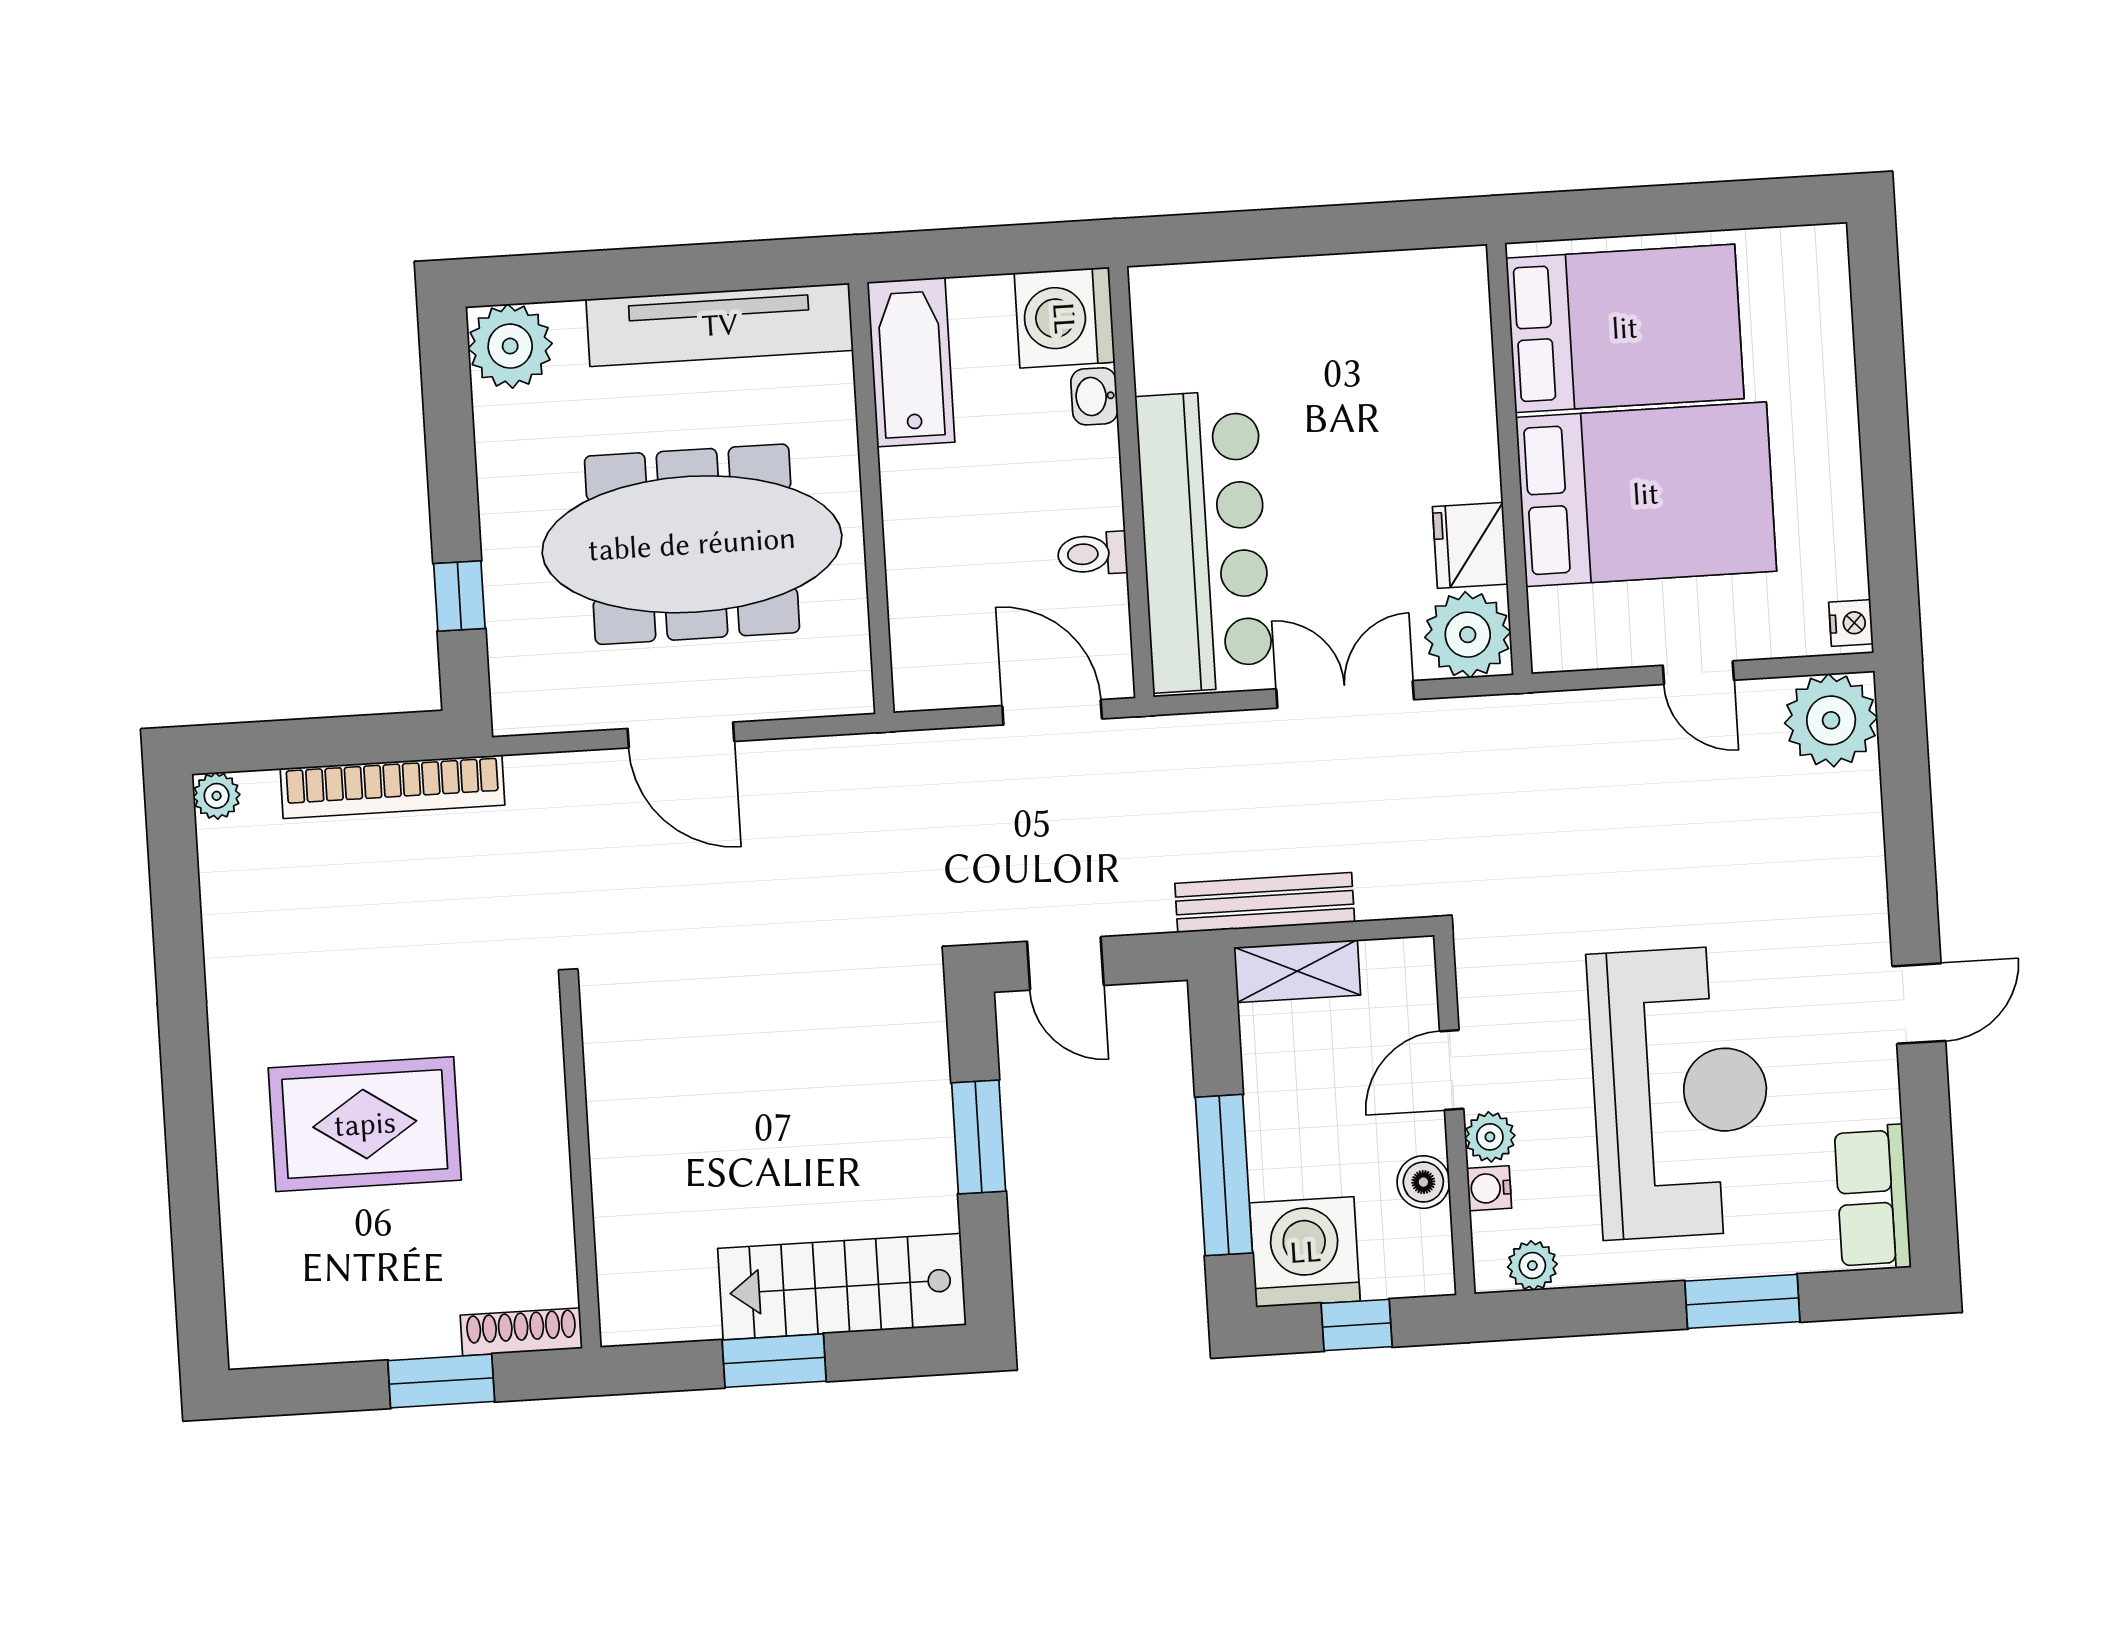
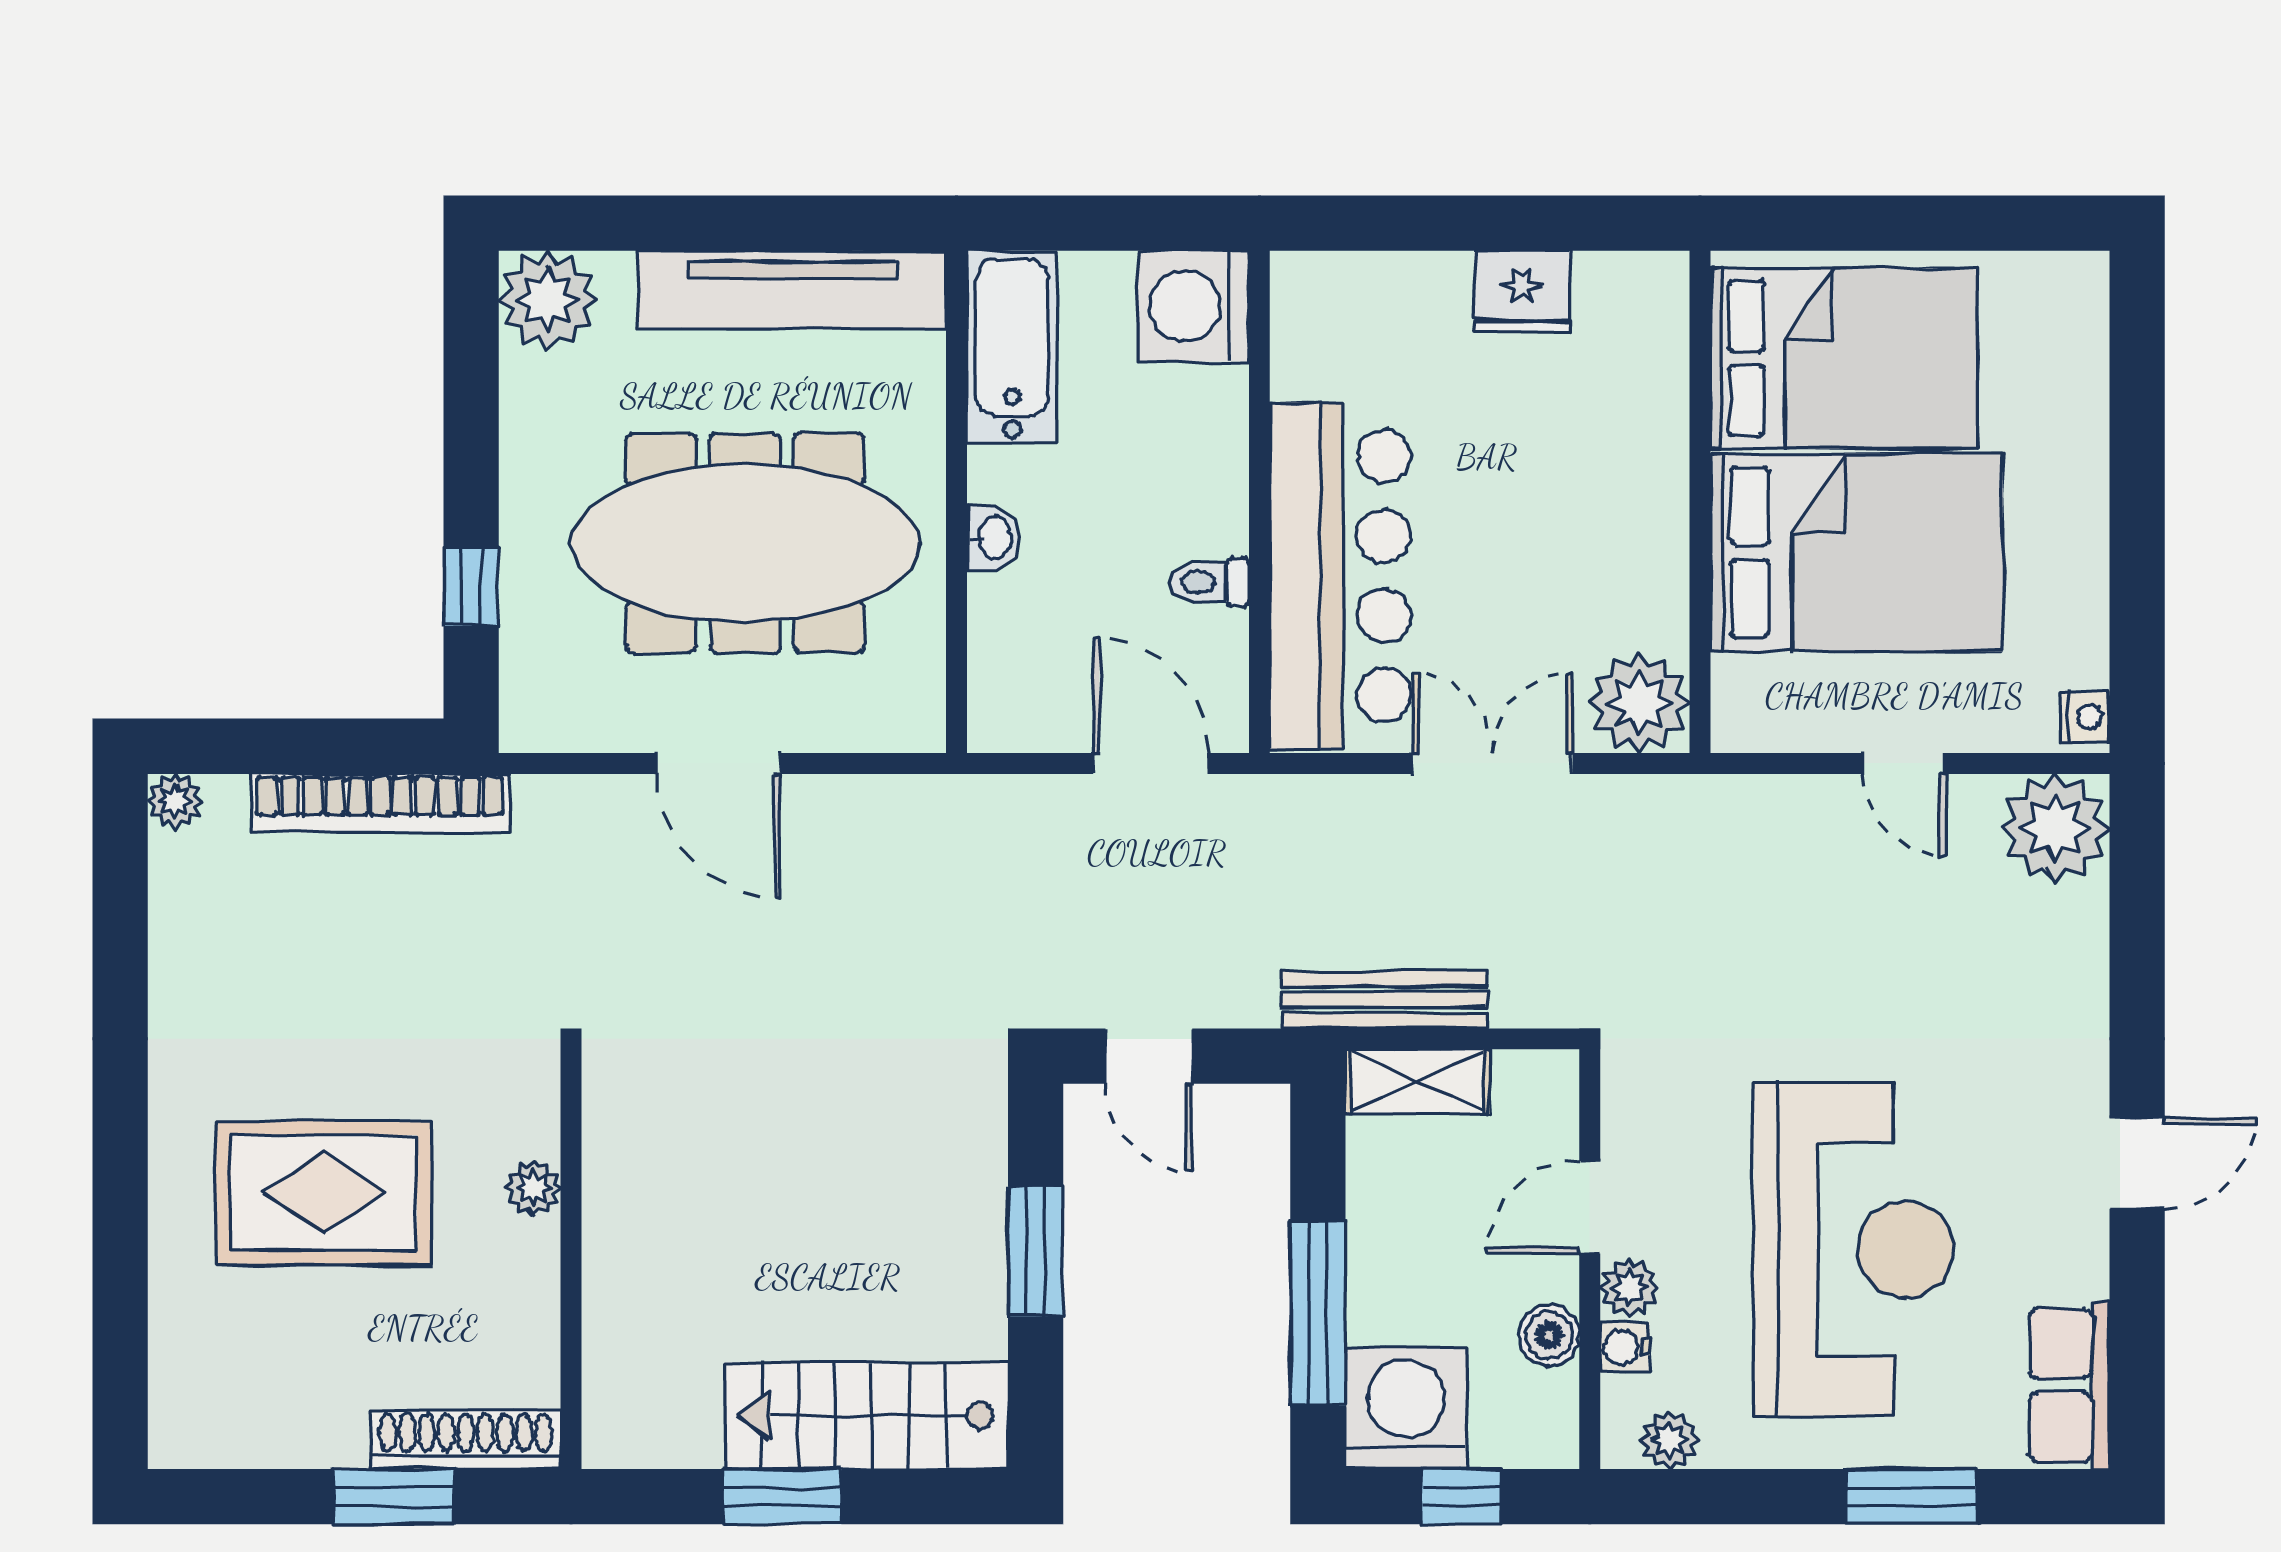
washbasin: (1094, 396) -> (993, 537), moved, turned 180
fridge: (1470, 545) -> (1522, 292), moved, turned -90
plant: (544, 1109) -> (533, 1188), added
shoe rack: (521, 1332) -> (466, 1440), width x1.36, depth x1.24

